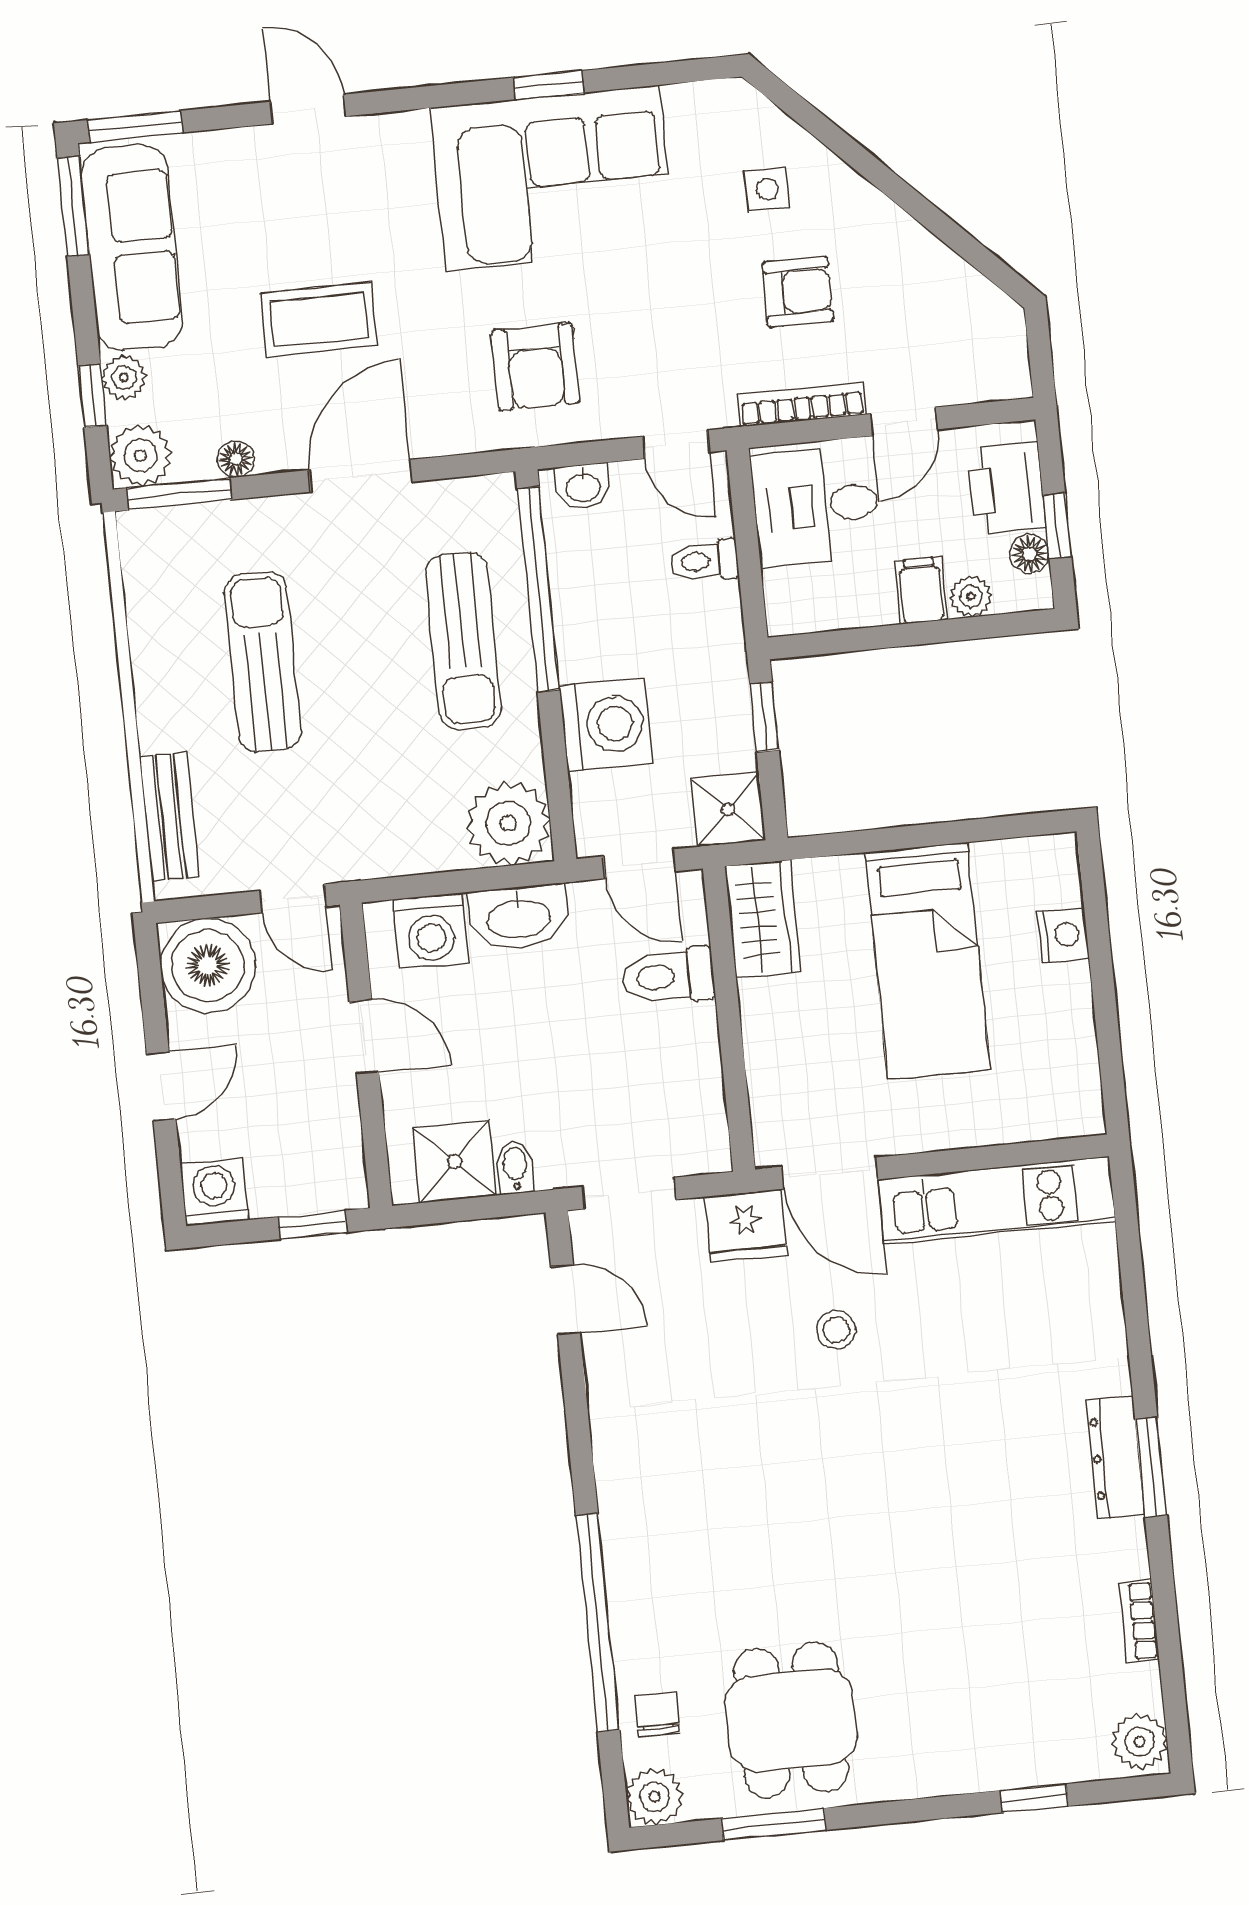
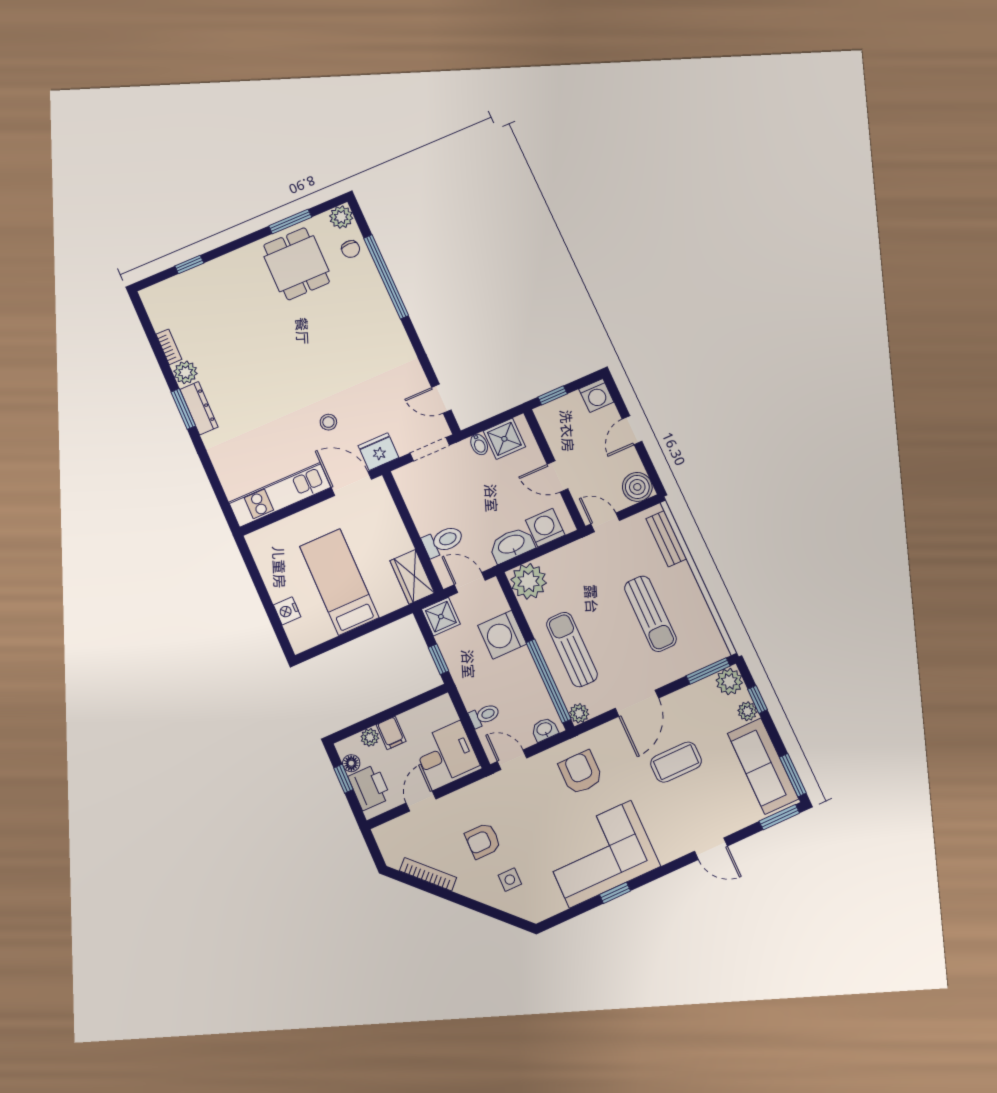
bookcase: (802, 404) -> (428, 874), moved, turned -135
floor lamp: (236, 459) -> (690, 693), removed
plant: (495, 496) -> (579, 713), added
boiler: (208, 966) -> (637, 487), width x0.73, depth x0.73
plant: (1139, 1741) -> (186, 372), moved

